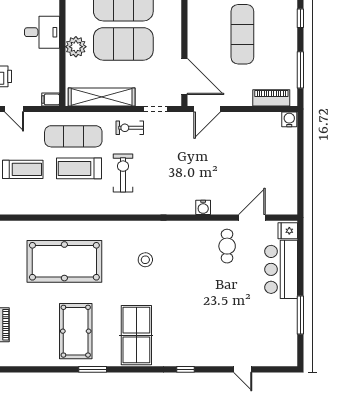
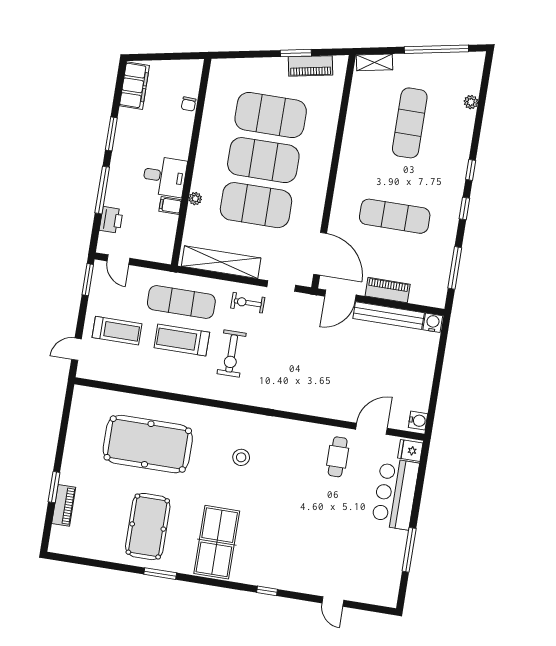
exercise mat: (242, 34) -> (395, 216), turned 90
plant: (76, 47) -> (195, 199), width x0.53, depth x0.53
piano: (271, 98) -> (388, 290), moved
filing cabinet: (51, 99) -> (170, 206), moved
bench: (251, 119) -> (389, 316), added
exercise bike: (123, 173) -> (232, 353), turned 180
water cooler: (203, 207) -> (418, 421), moved, turned -90

